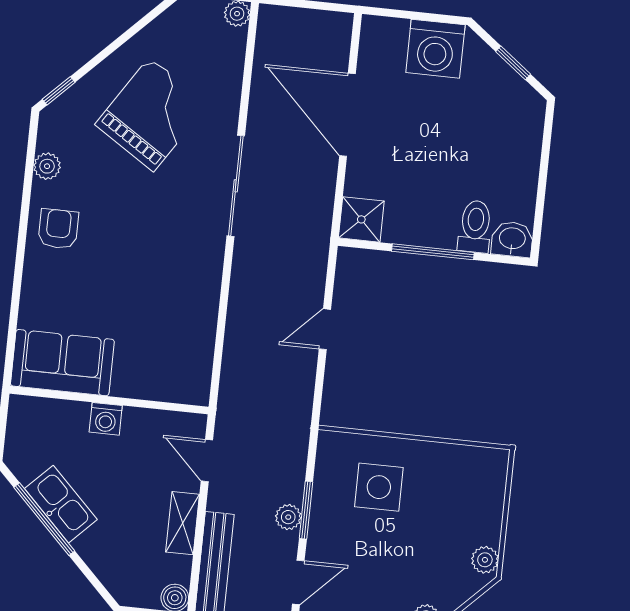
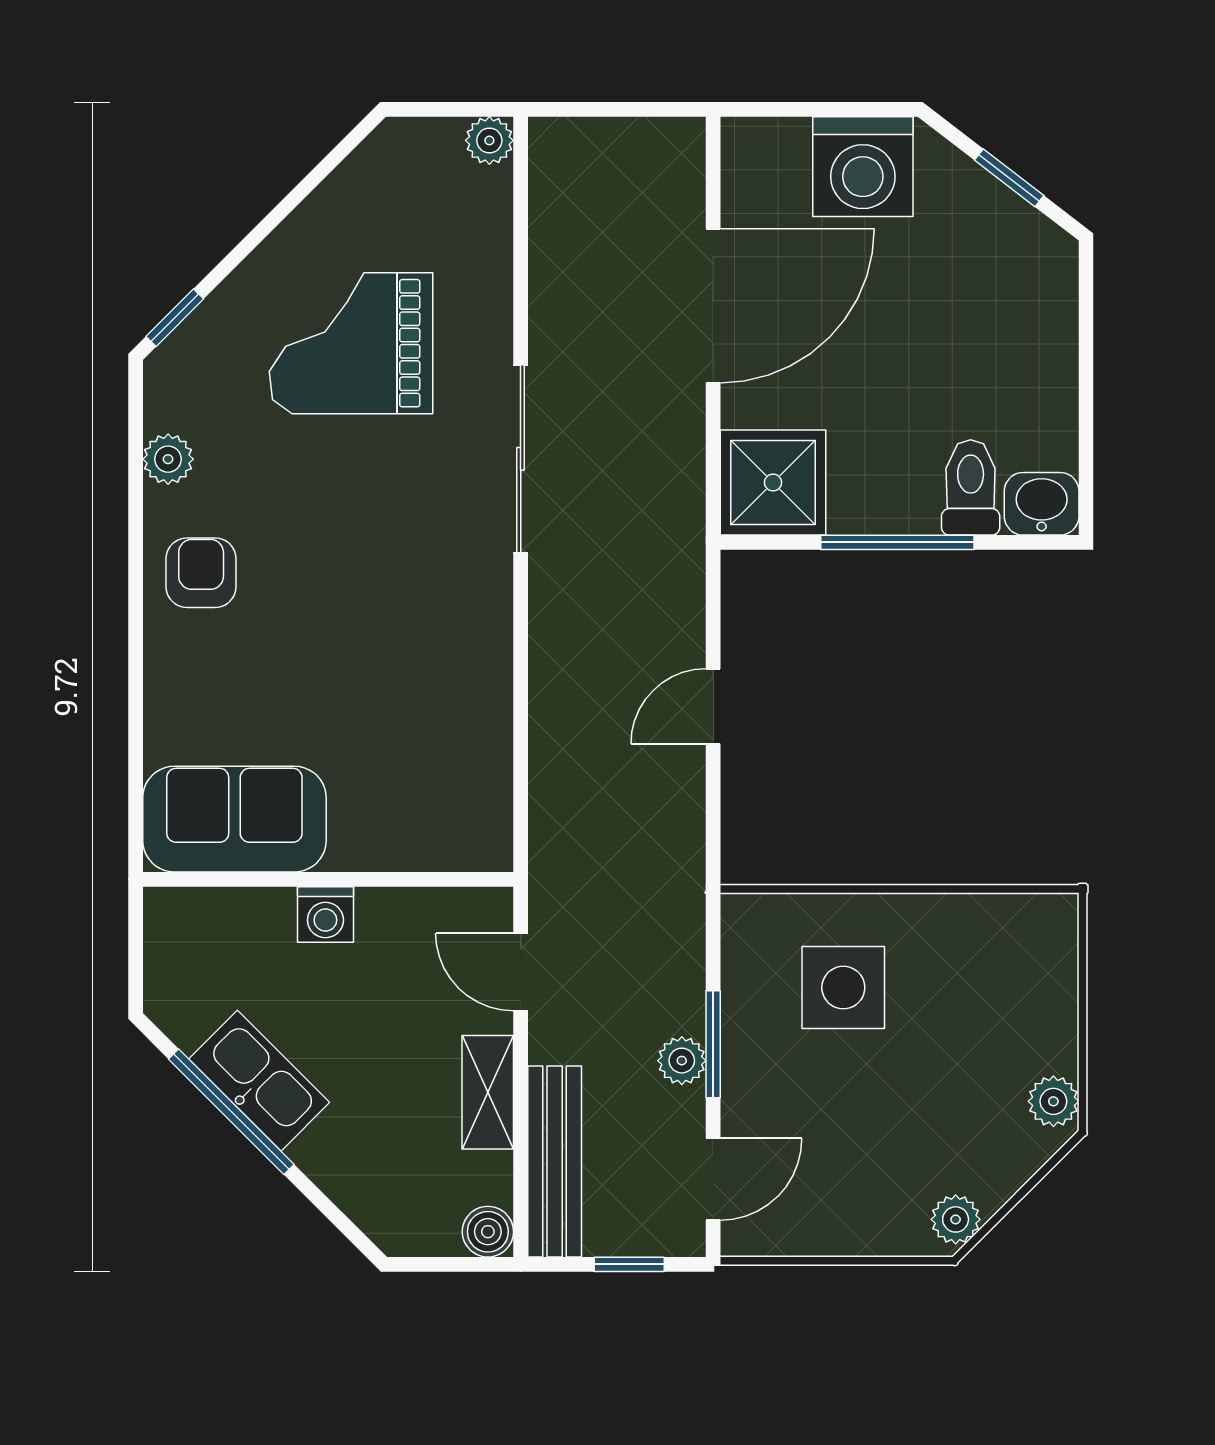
grand piano: (152, 114) -> (351, 343), turned -123
door: (347, 115) -> (713, 306), swing flipped
shower: (361, 219) -> (773, 482), width x1.36, depth x1.36

